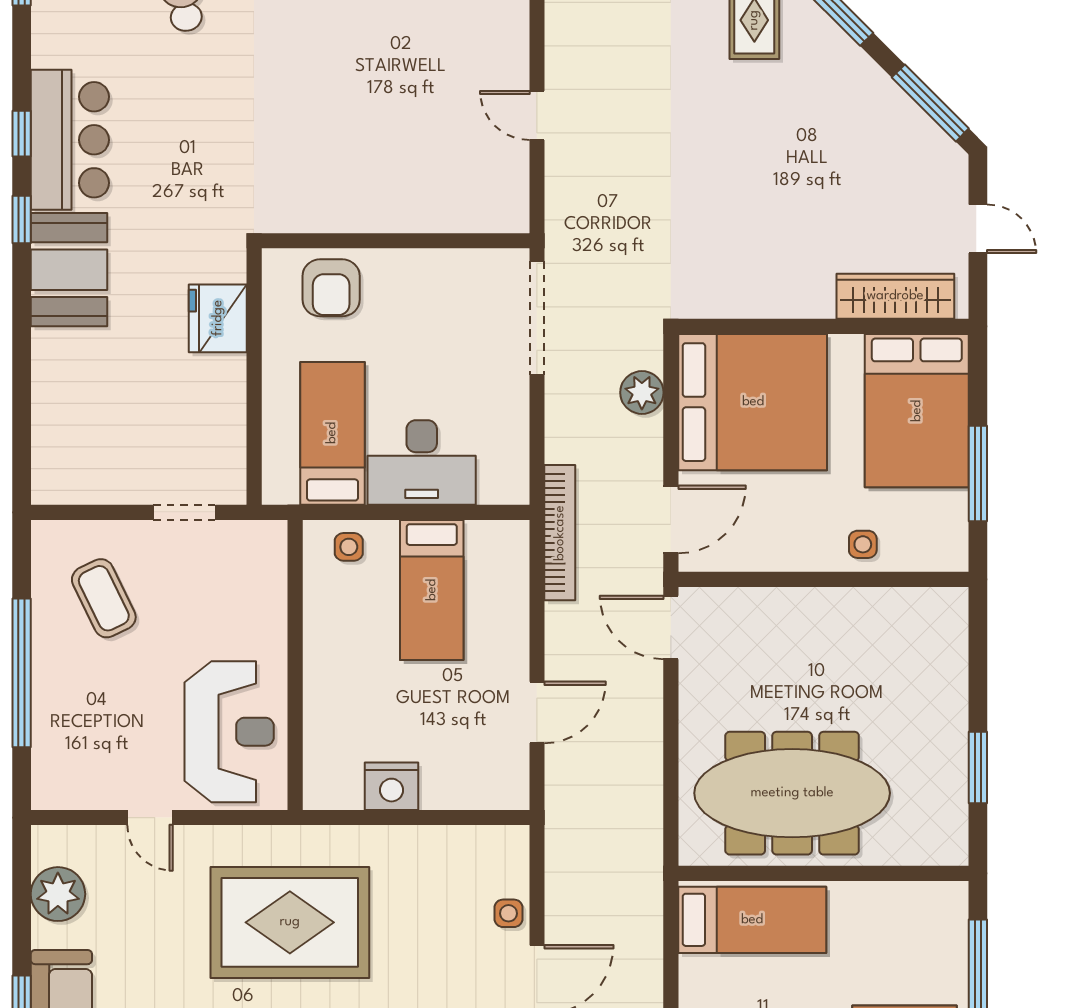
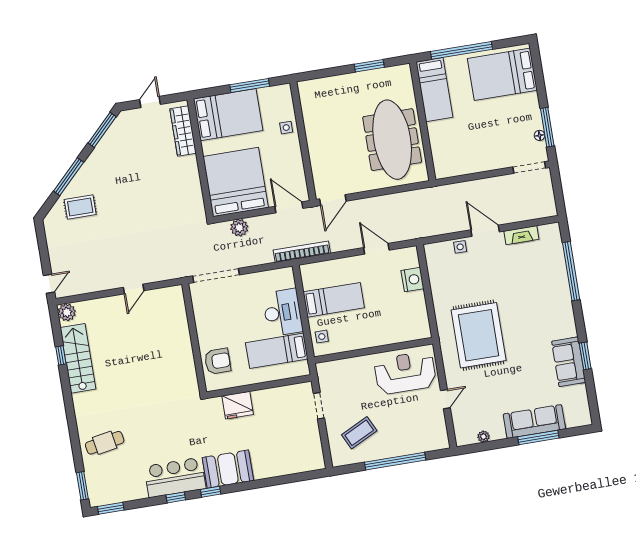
nightstand: (391, 786) -> (412, 280), moved
plant: (58, 894) -> (483, 437), width x0.53, depth x0.53
bed: (752, 920) -> (434, 90), moved, turned 180

